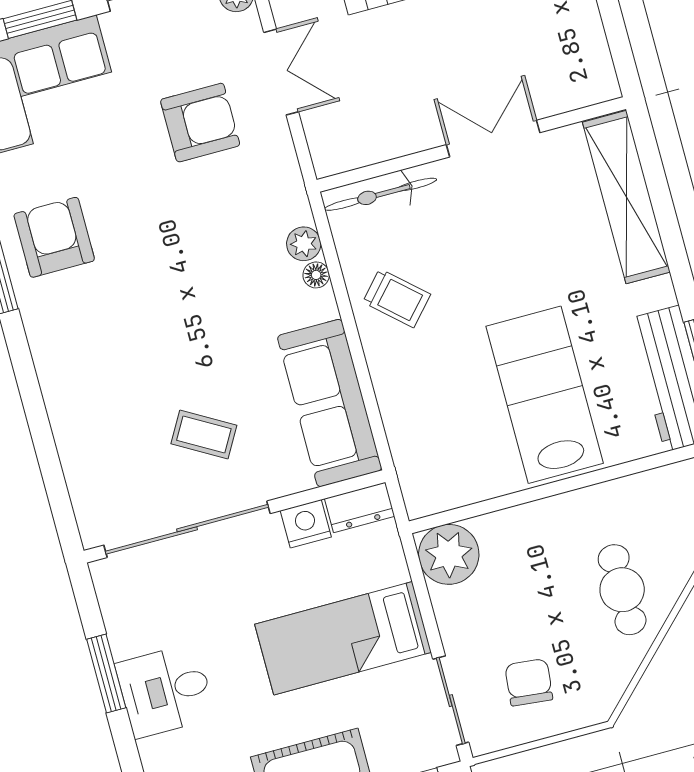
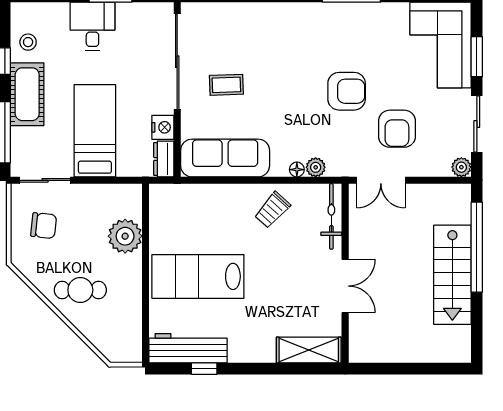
double door: (281, 72) -> (381, 180), moved
shelving: (626, 197) -> (309, 350), width x0.68
armchair: (54, 237) -> (347, 91), moved
lab bench: (545, 395) -> (198, 276), turned 180
coffee table: (204, 435) -> (226, 85), turned 58
plant: (449, 554) -> (125, 236), moved

